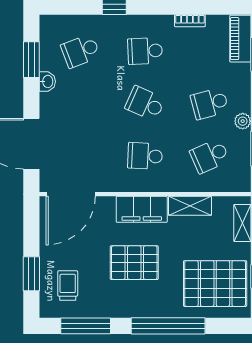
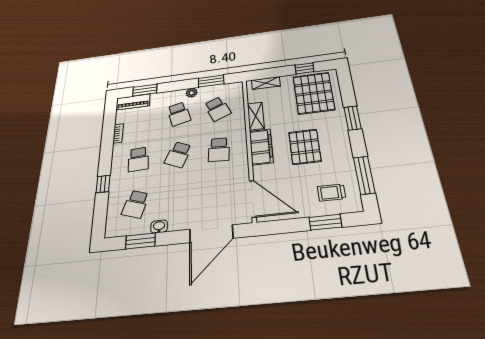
school desk: (81, 51) -> (136, 204), turned 39
window: (168, 326) -> (353, 118), width x0.47

